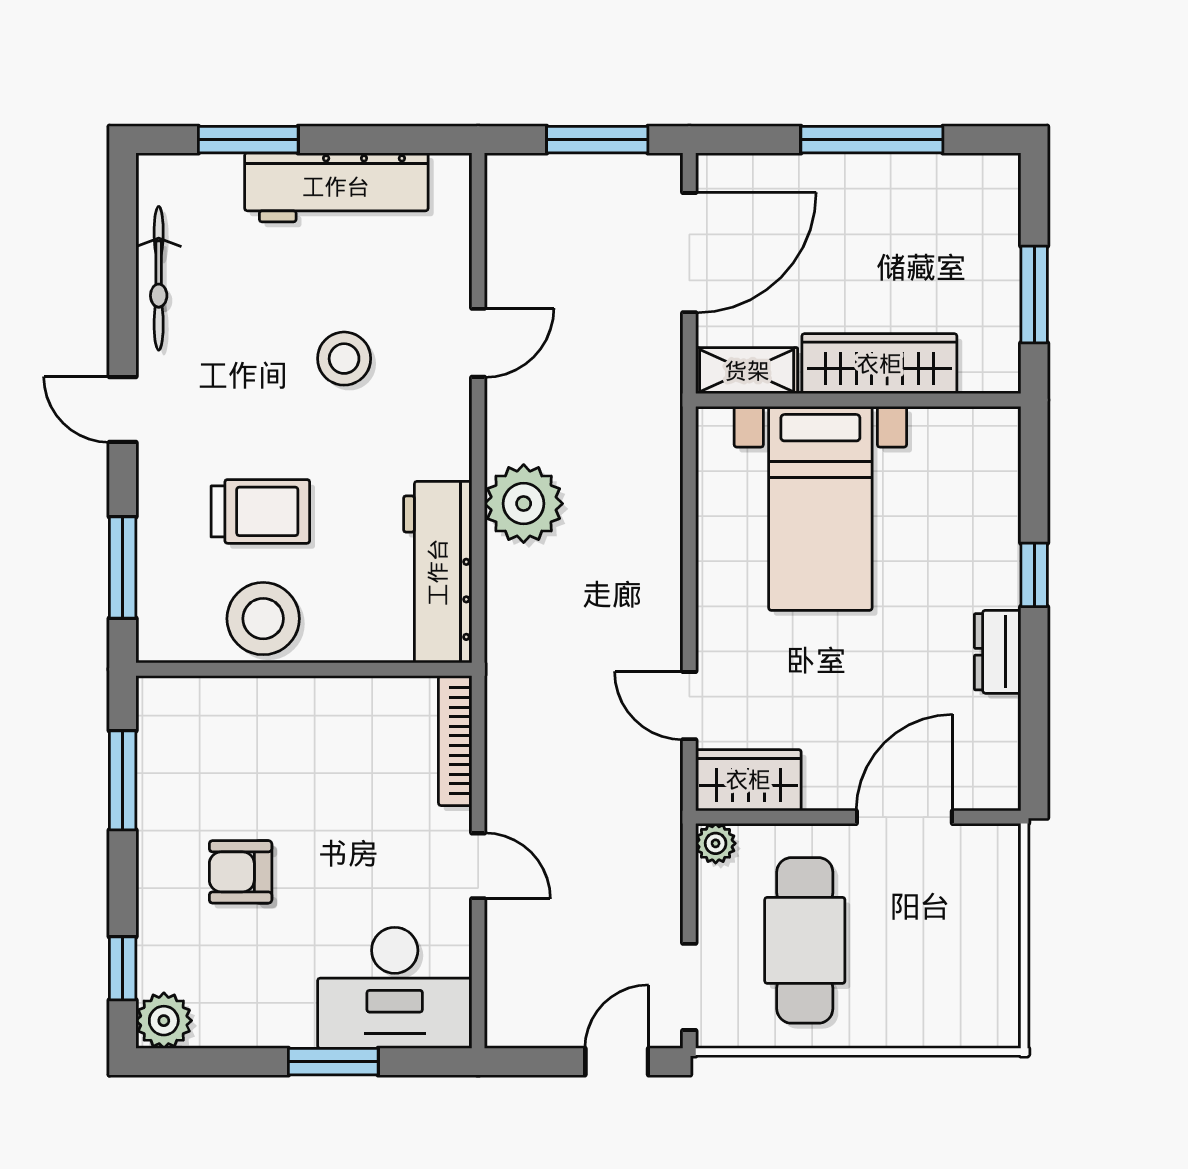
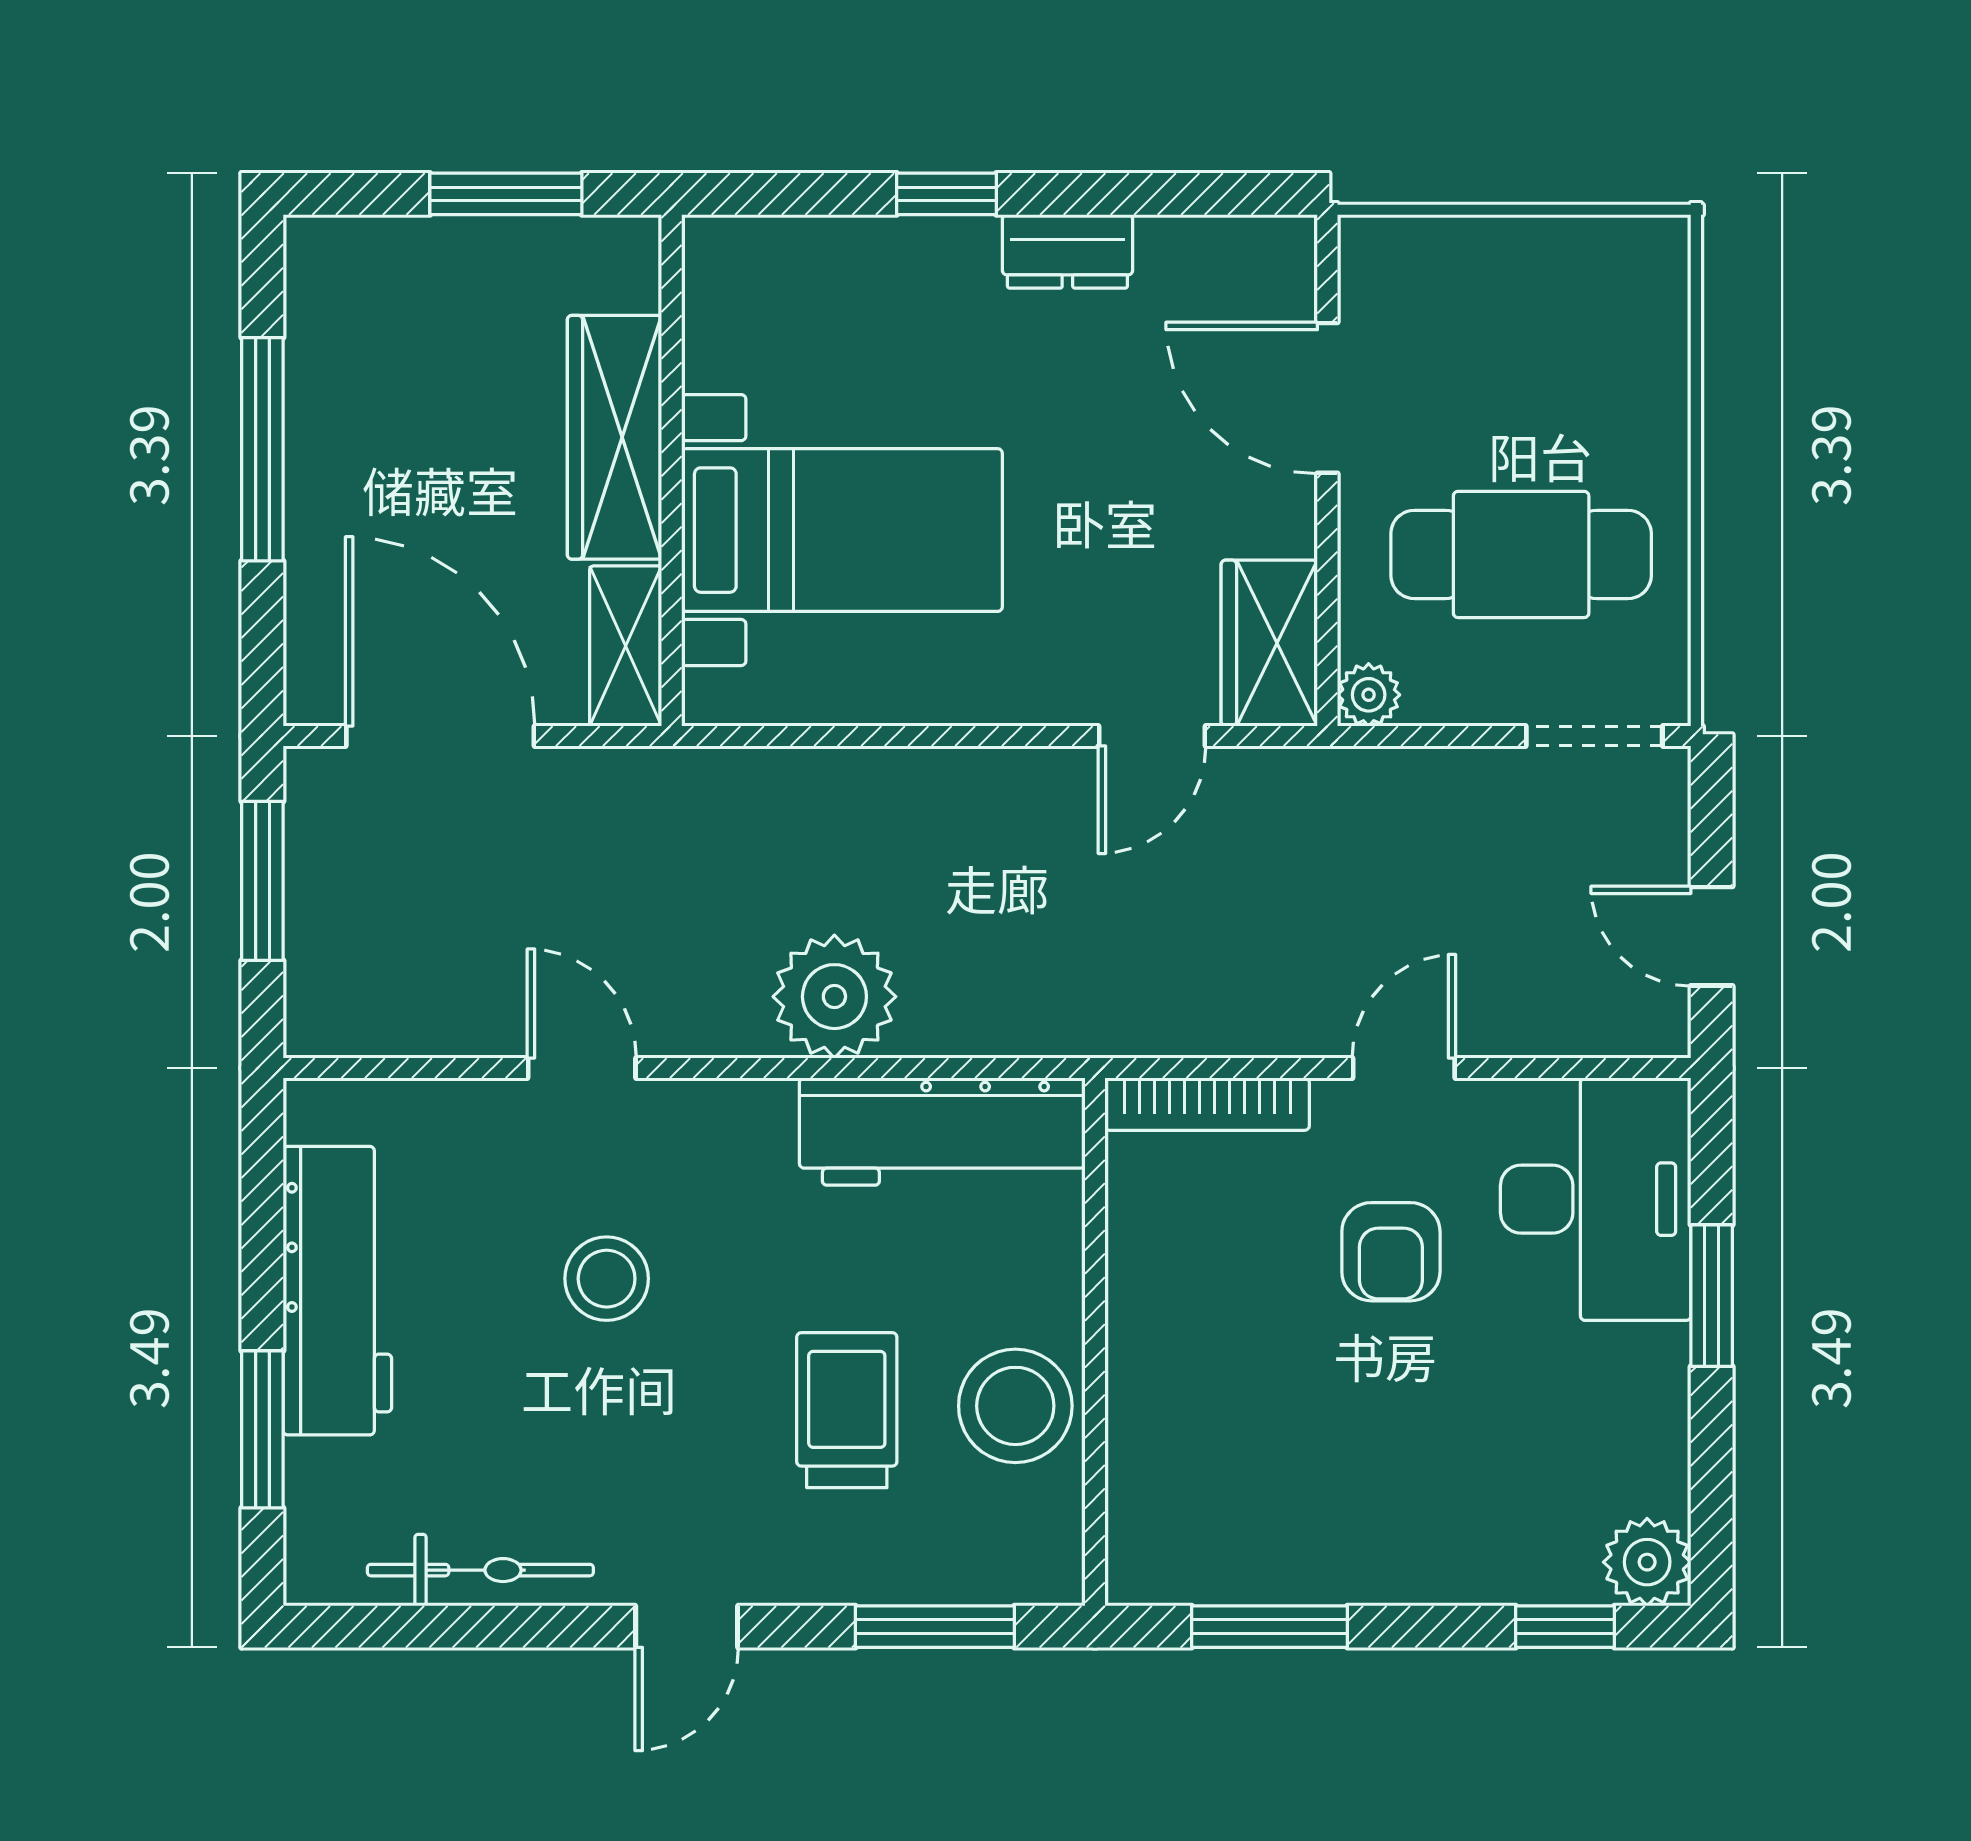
armchair: (241, 872) -> (1391, 1252), moved
door: (617, 1062) -> (1712, 936), moved

